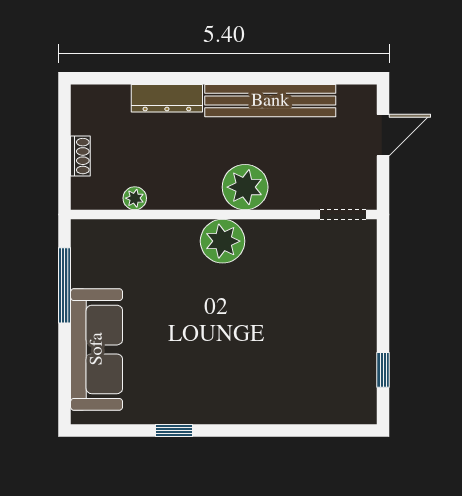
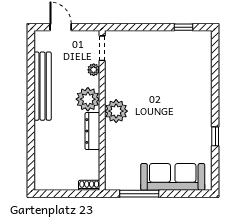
dresser: (167, 98) -> (92, 131), moved, turned 180
shoe rack: (80, 156) -> (89, 185), moved
plant: (135, 198) -> (94, 70), moved

